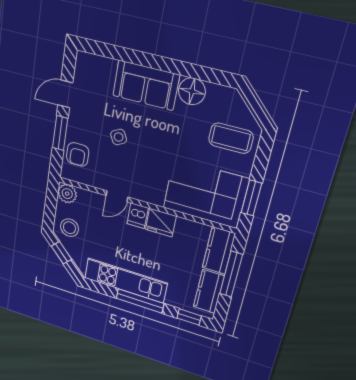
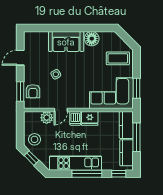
window: (60, 133) -> (20, 91), moved
plant: (67, 194) -> (47, 118), moved

